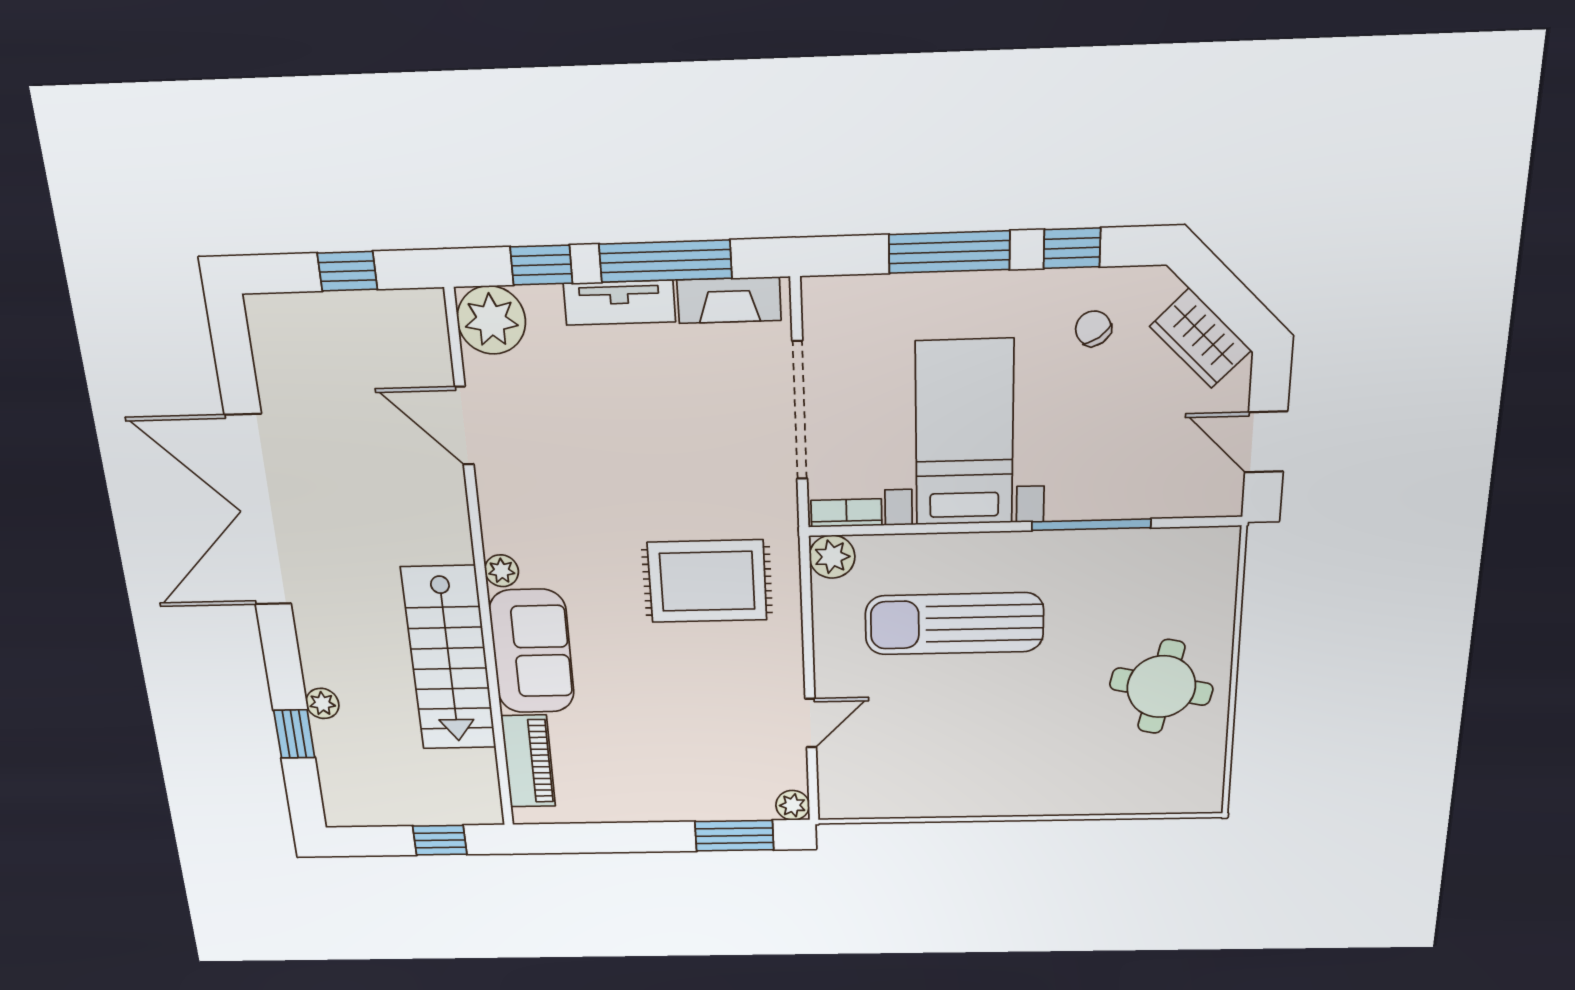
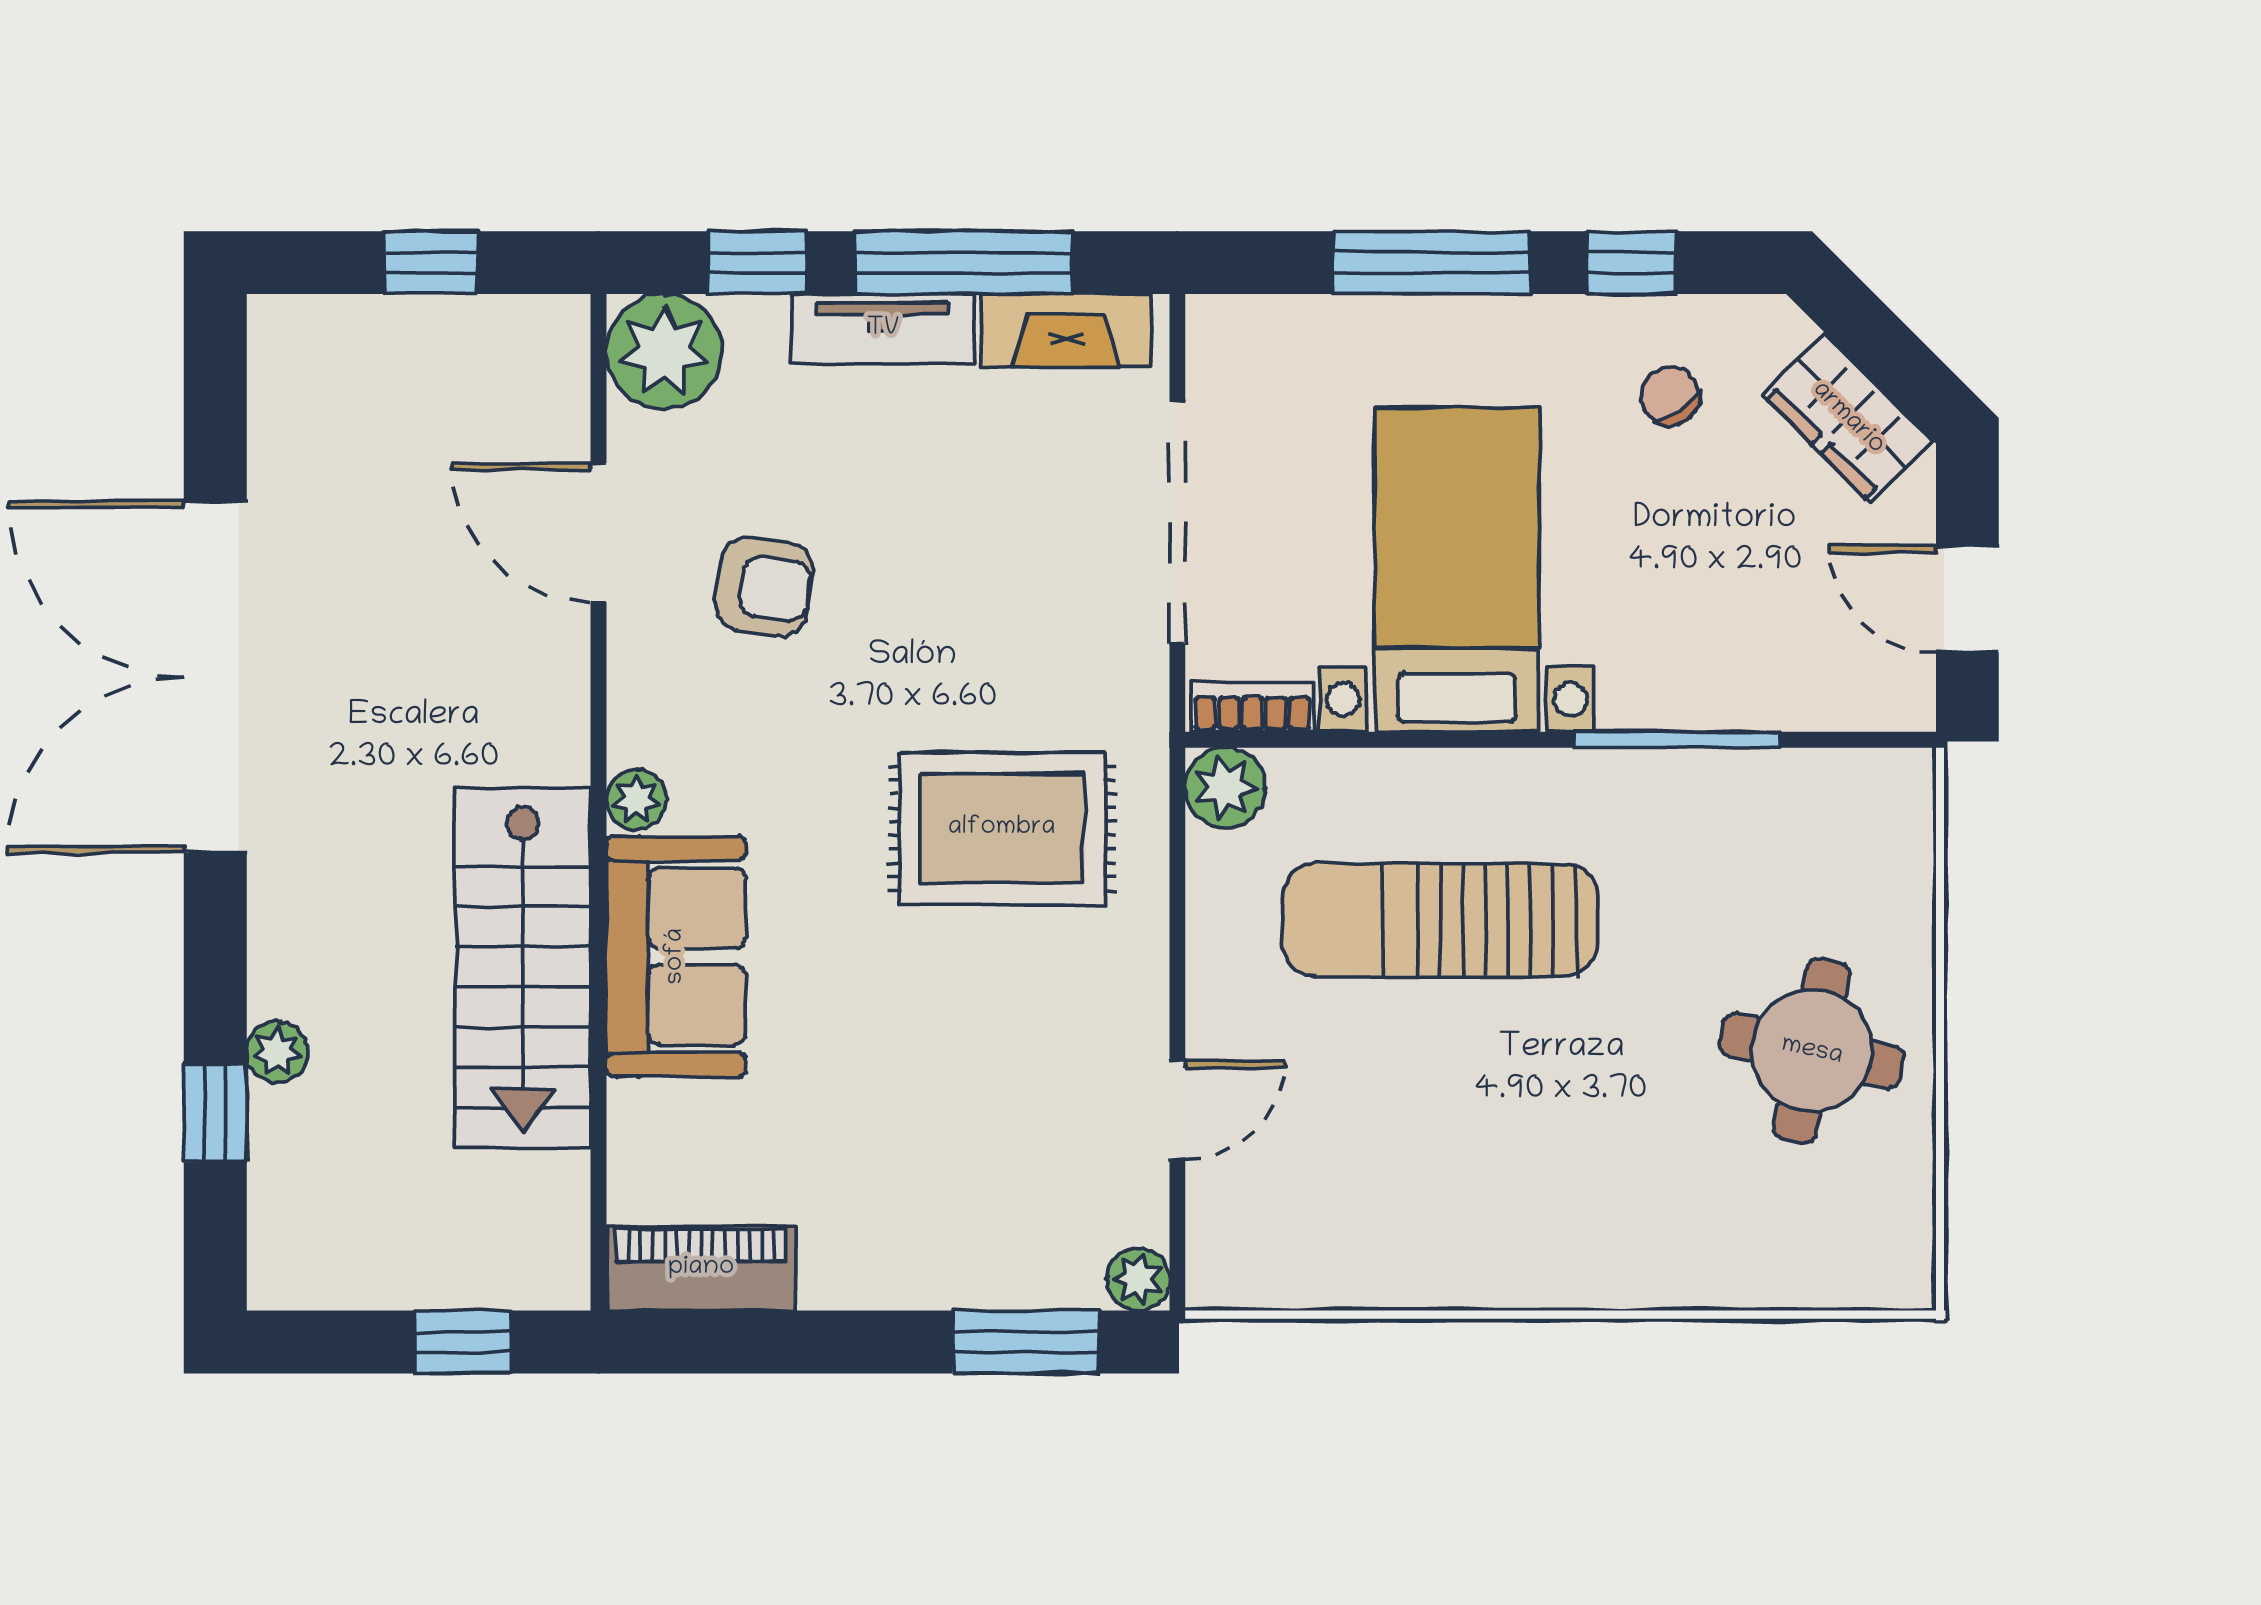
armchair: (562, 454) -> (764, 587), added
piano: (528, 761) -> (701, 1268), moved, turned -90

